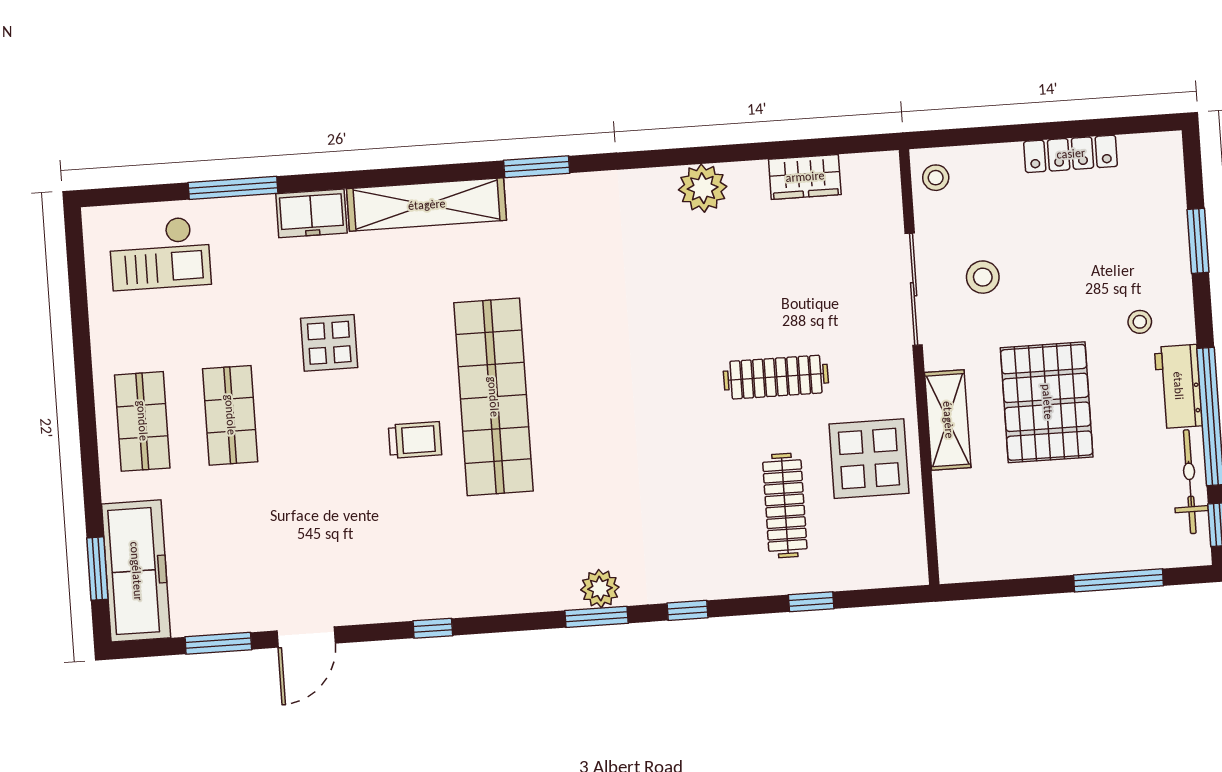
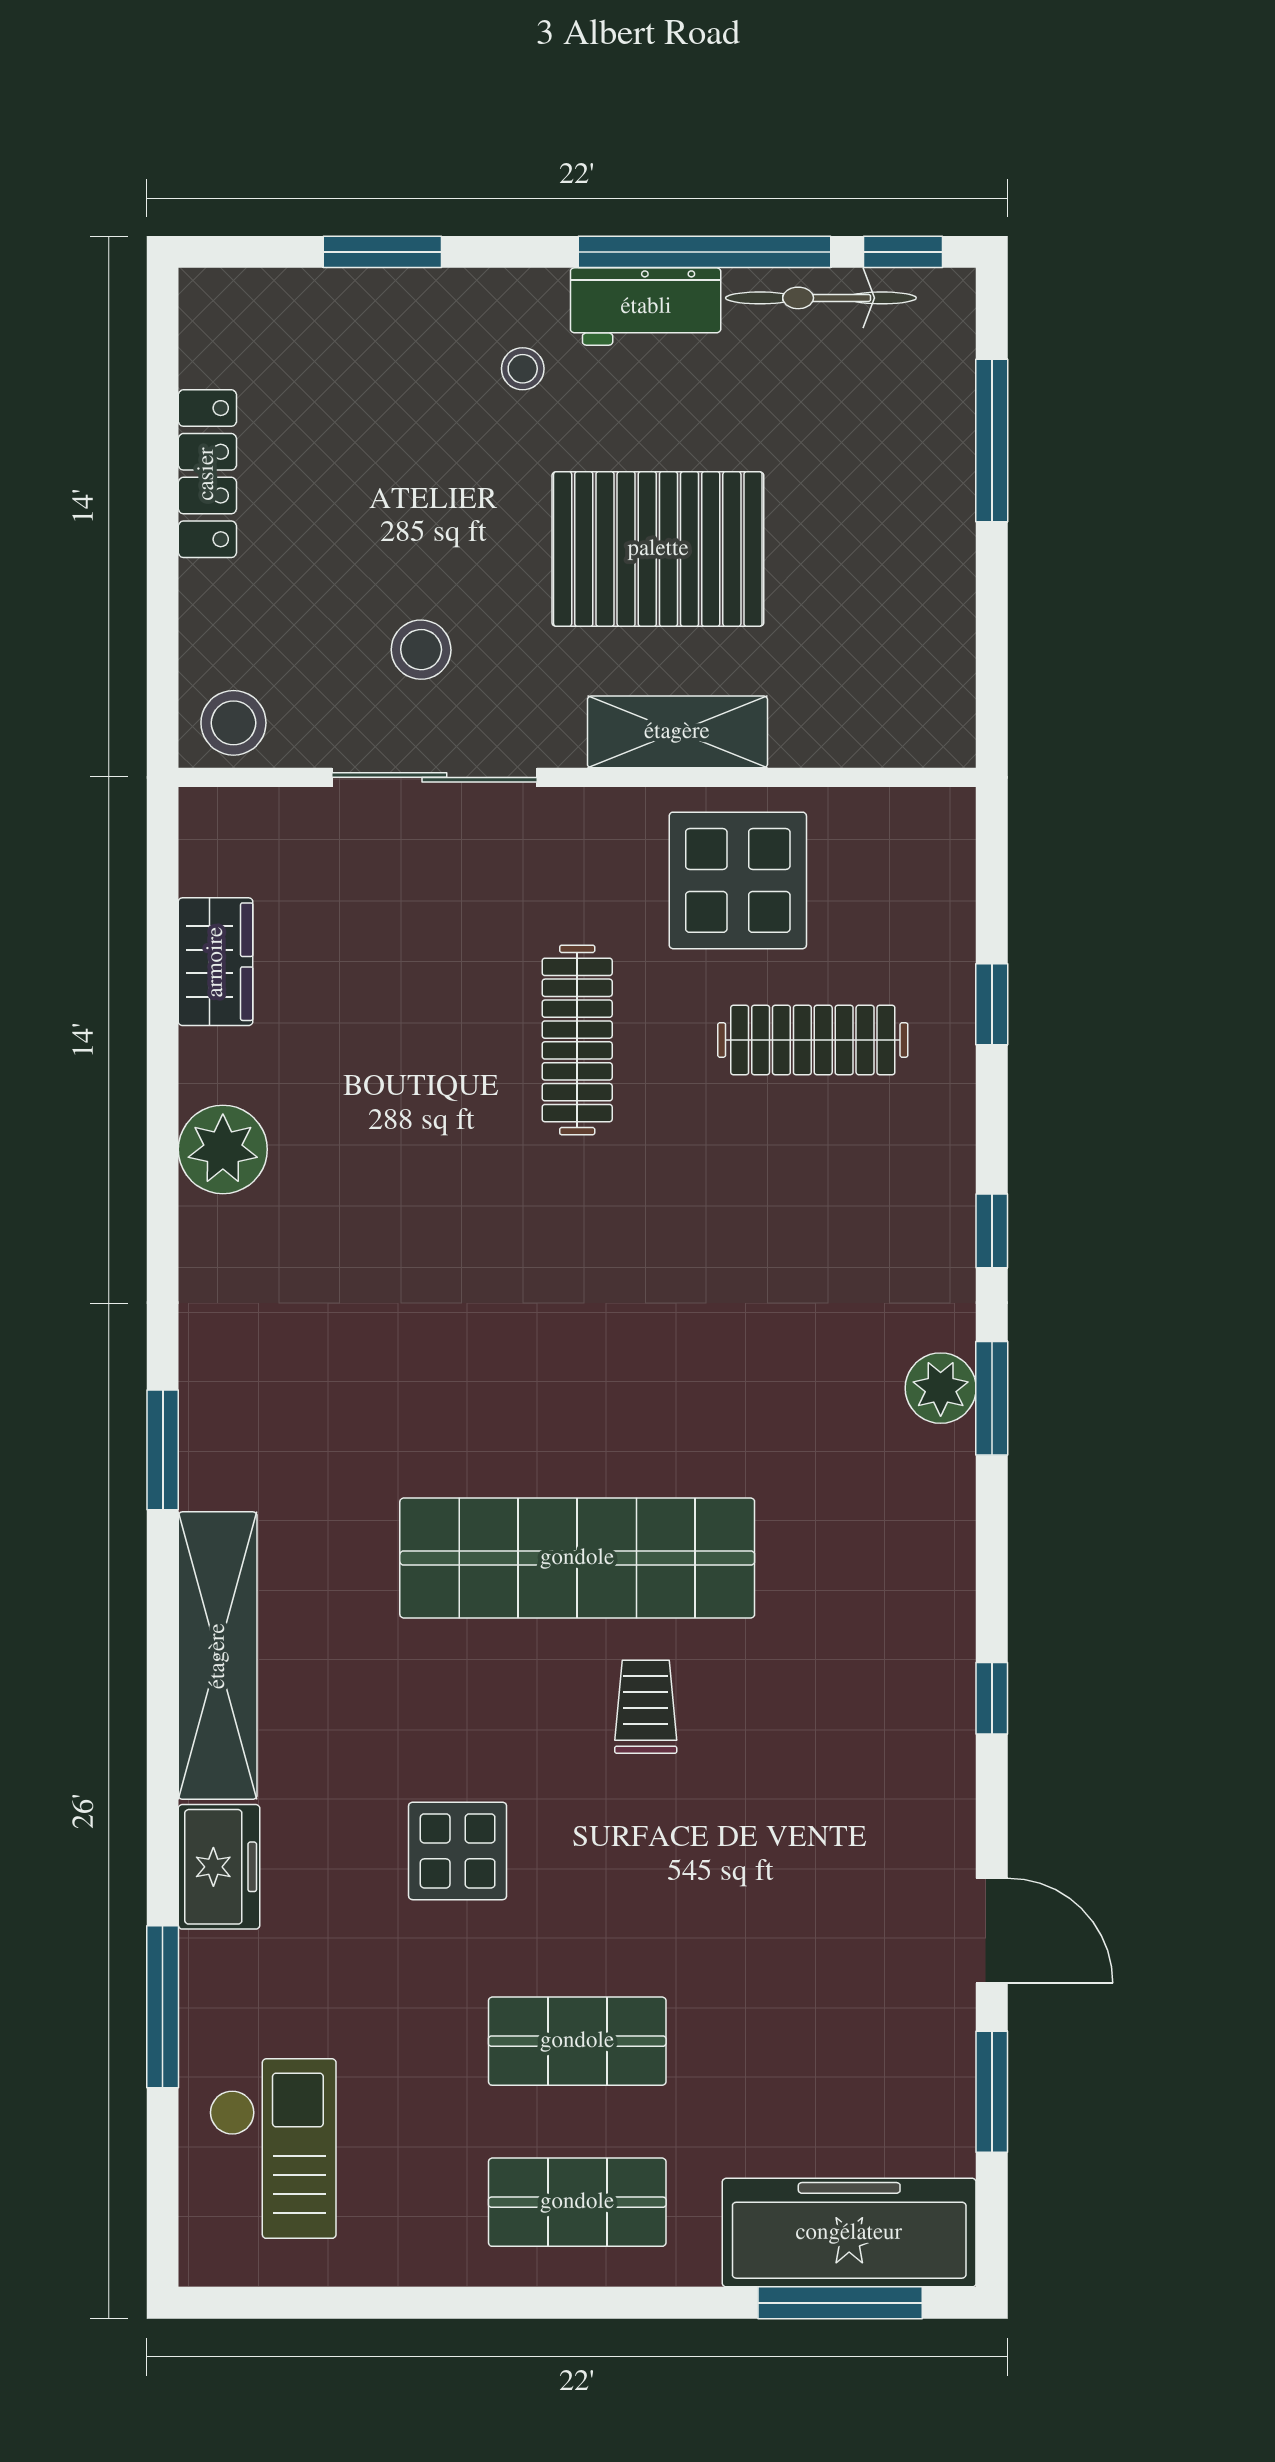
stool: (936, 178) -> (233, 723), width x1.37, depth x1.37
window: (97, 569) -> (840, 2303), width x1.44

